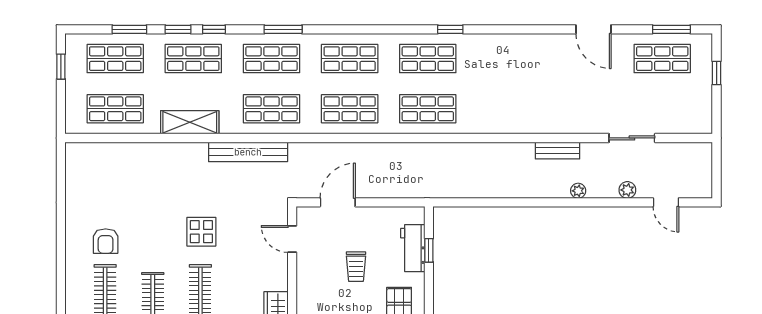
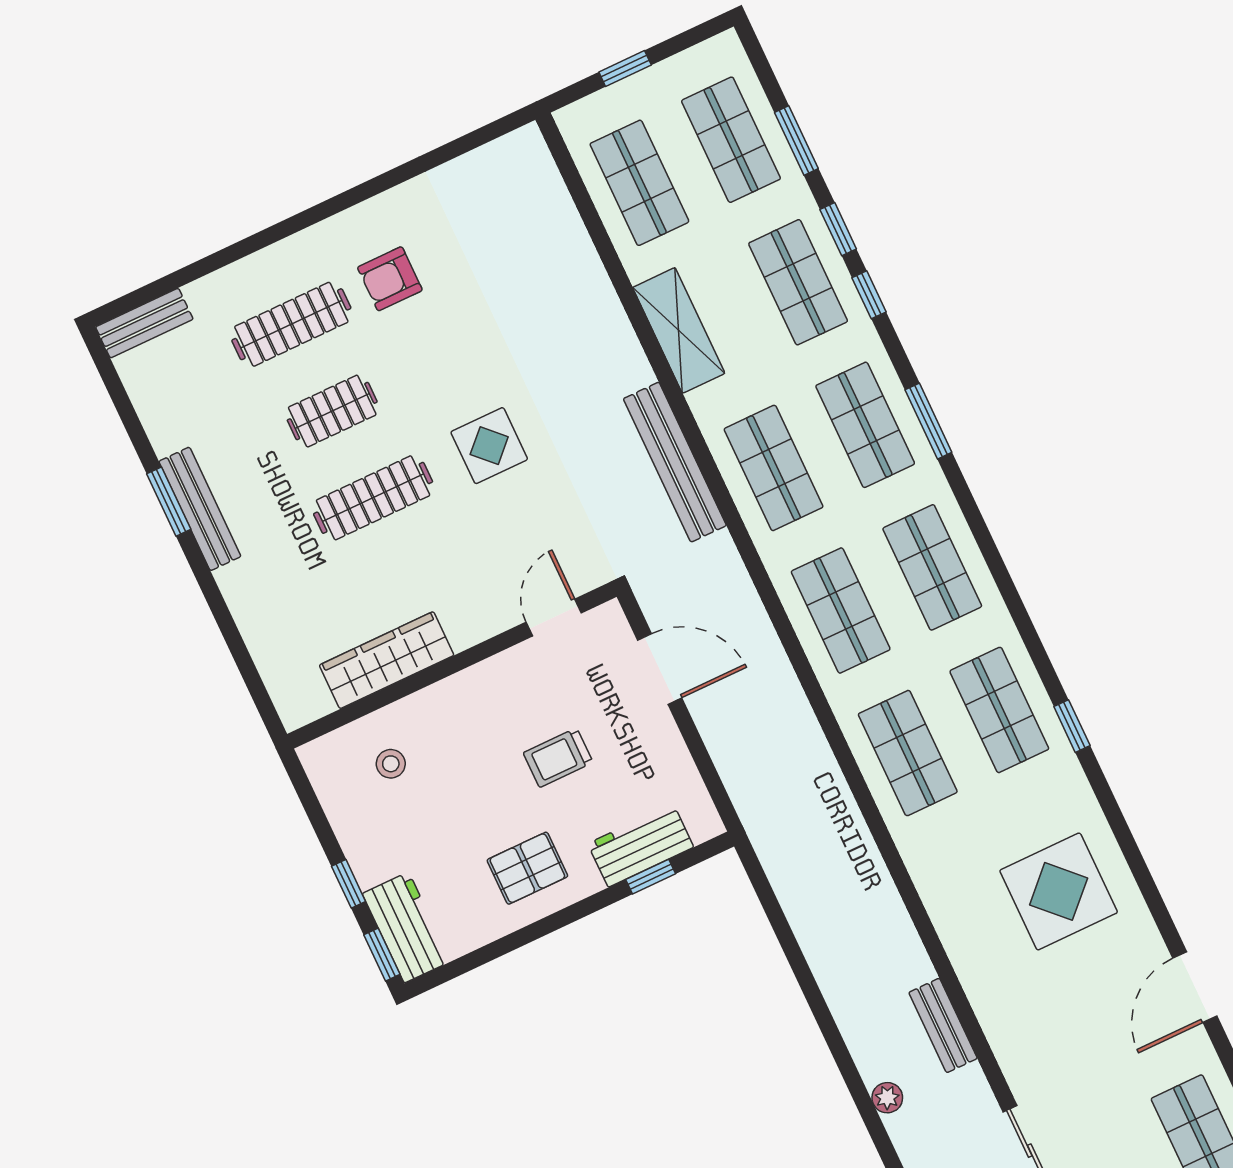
window: (61, 67) -> (625, 69), moved
display table: (522, 70) -> (1059, 891), added

